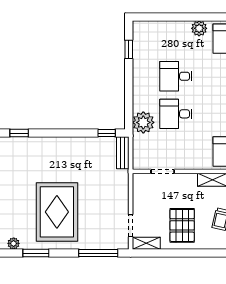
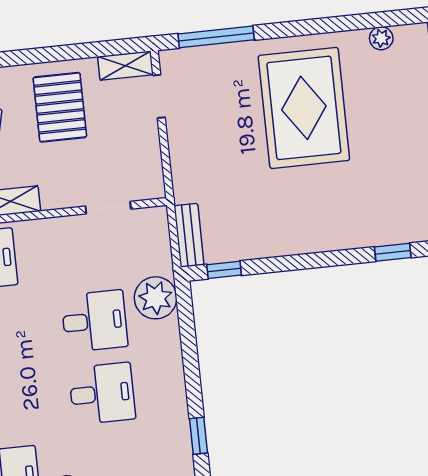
window: (36, 253) -> (336, 24), removed

